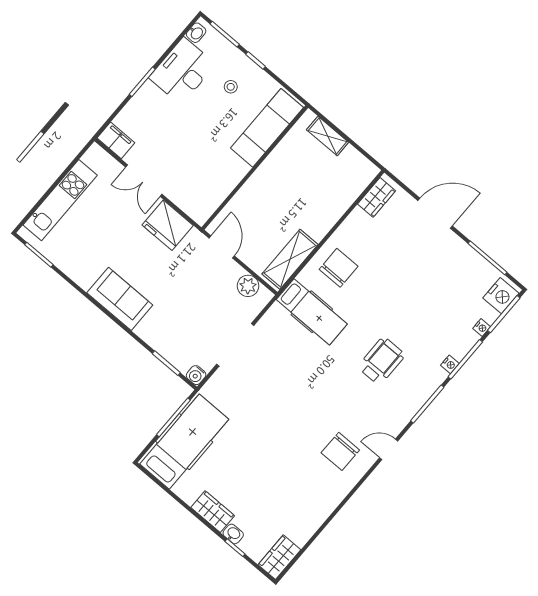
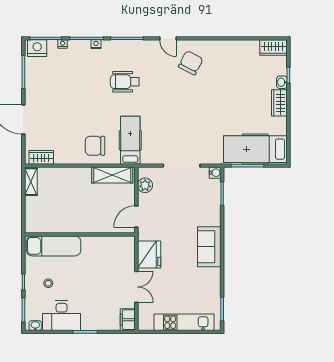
shelving: (328, 136) -> (31, 182), moved
chair: (340, 451) -> (191, 63), turned -63

